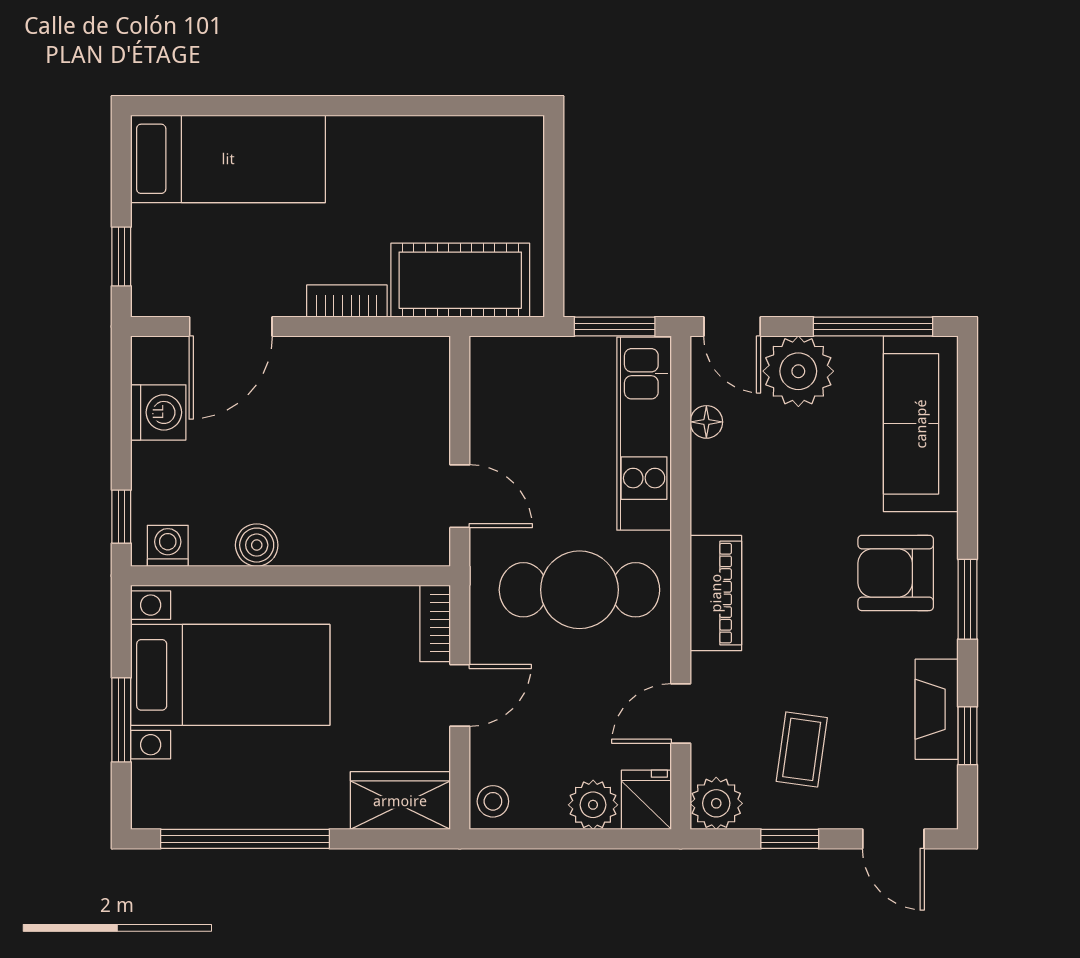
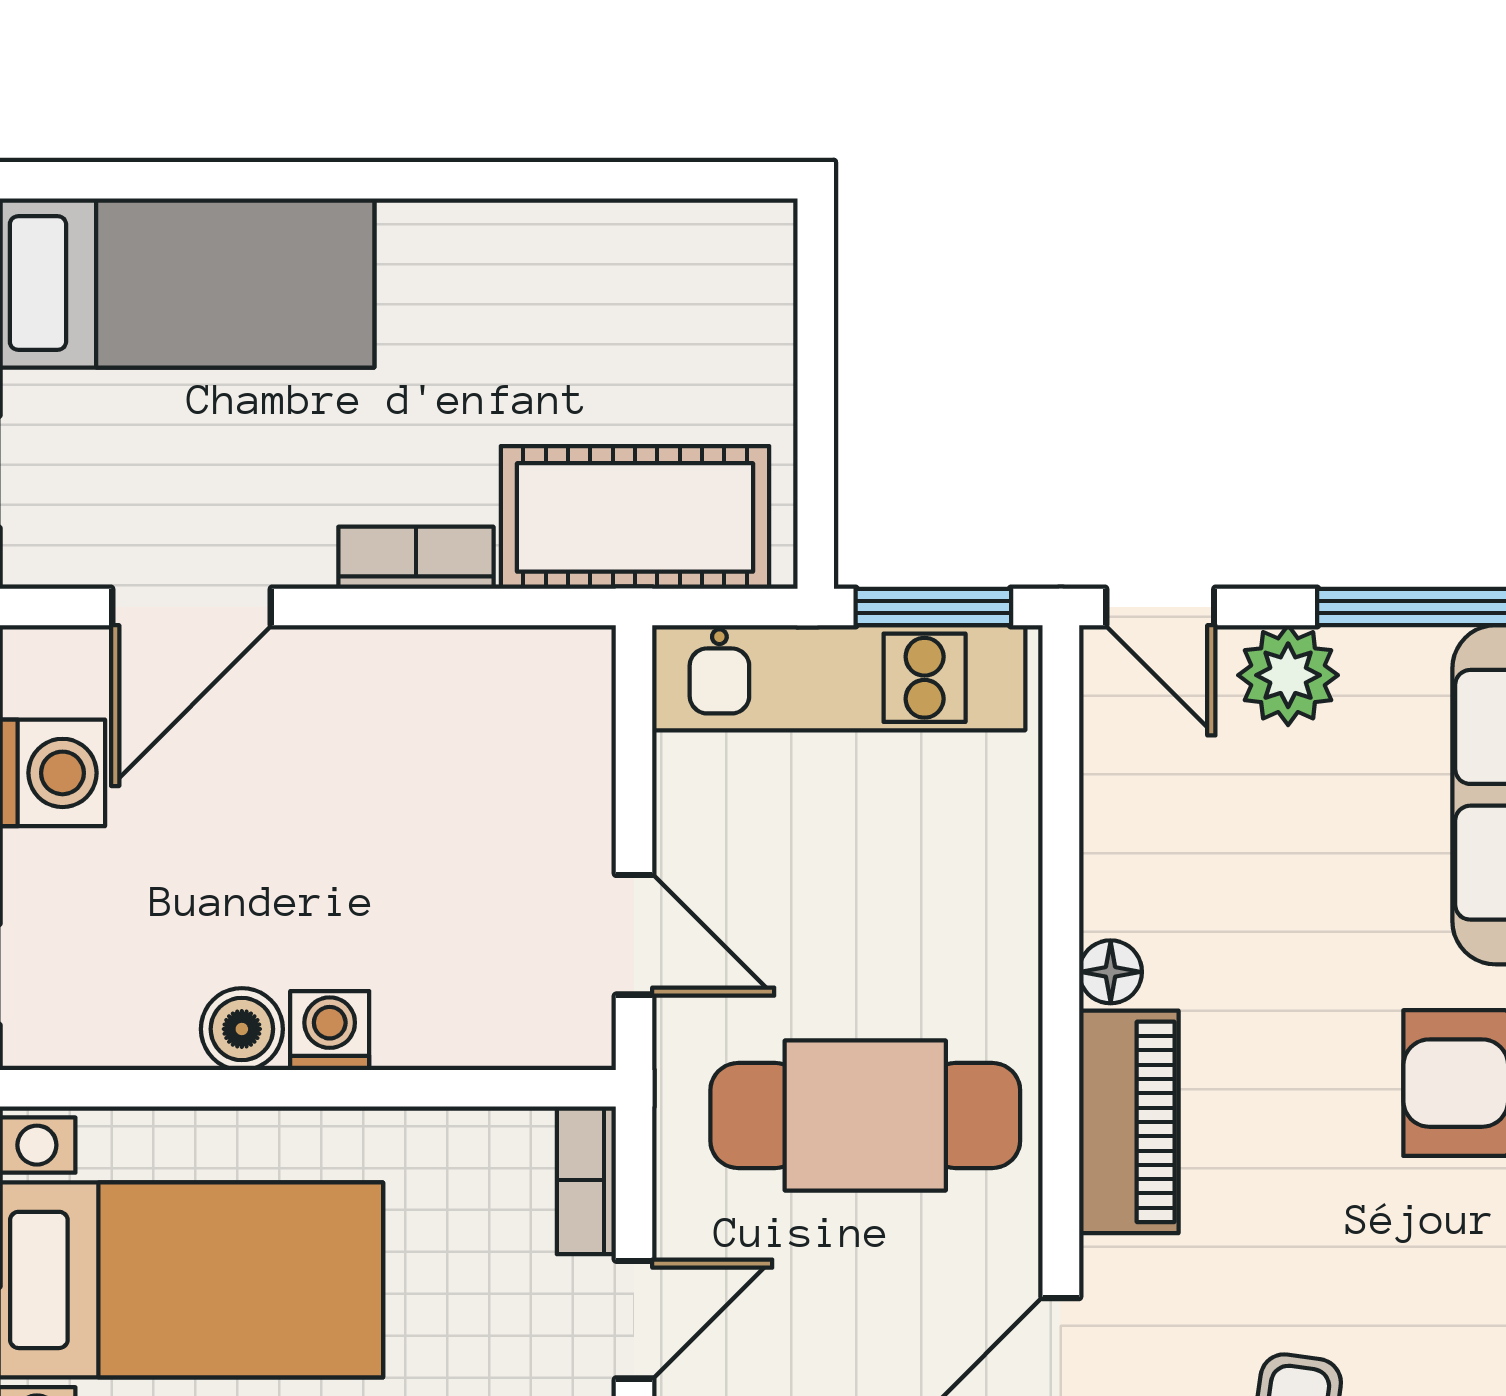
plant: (798, 371) -> (1288, 675), width x0.73, depth x0.73
floor lamp: (706, 422) -> (1111, 972), moved
kitchen unit: (644, 434) -> (839, 678), moved, turned -90
washing machine: (168, 546) -> (330, 1031), moved

